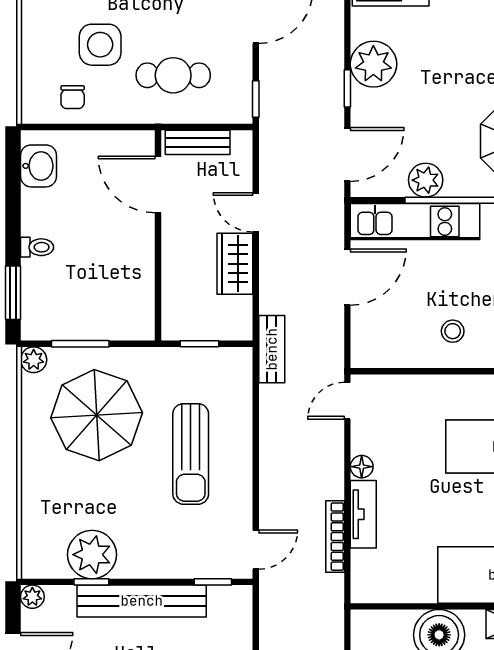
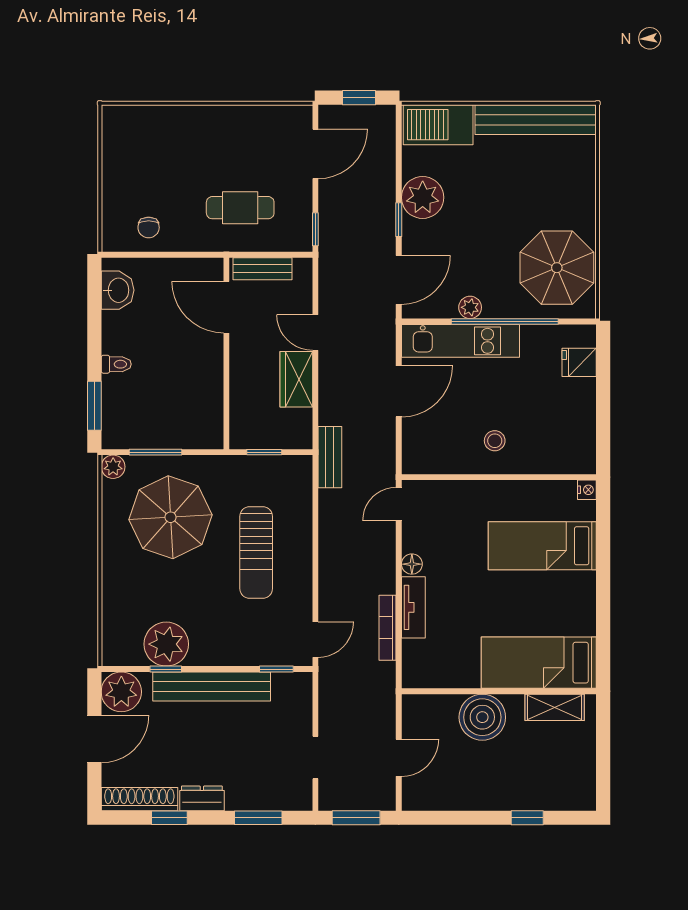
side table: (100, 45) -> (174, 180), removed
plant: (426, 180) -> (470, 307), width x0.73, depth x0.73
plant: (32, 597) -> (121, 692), width x1.88, depth x1.88

